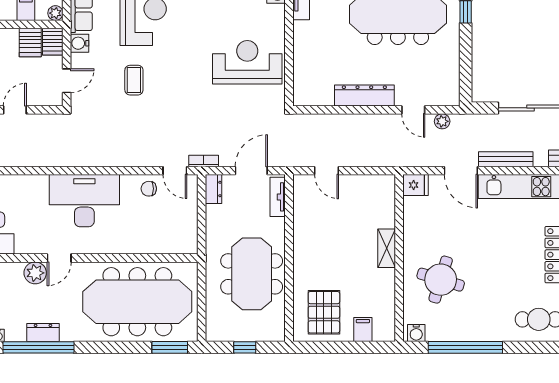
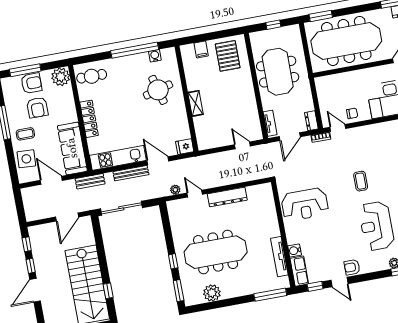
coffee table: (134, 80) -> (361, 181), moved
round table: (441, 280) -> (158, 90), turned -32
water cooler: (416, 333) -> (155, 56), moved

